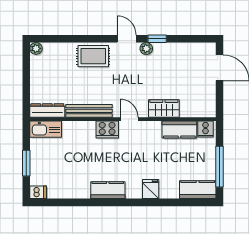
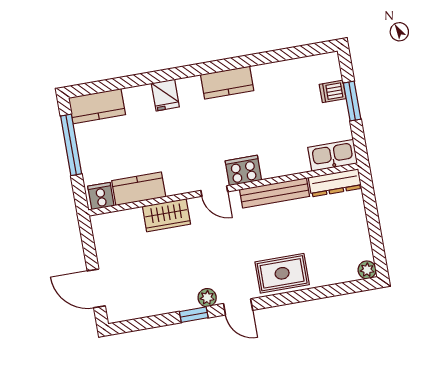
dishwasher: (38, 192) -> (333, 91), moved

